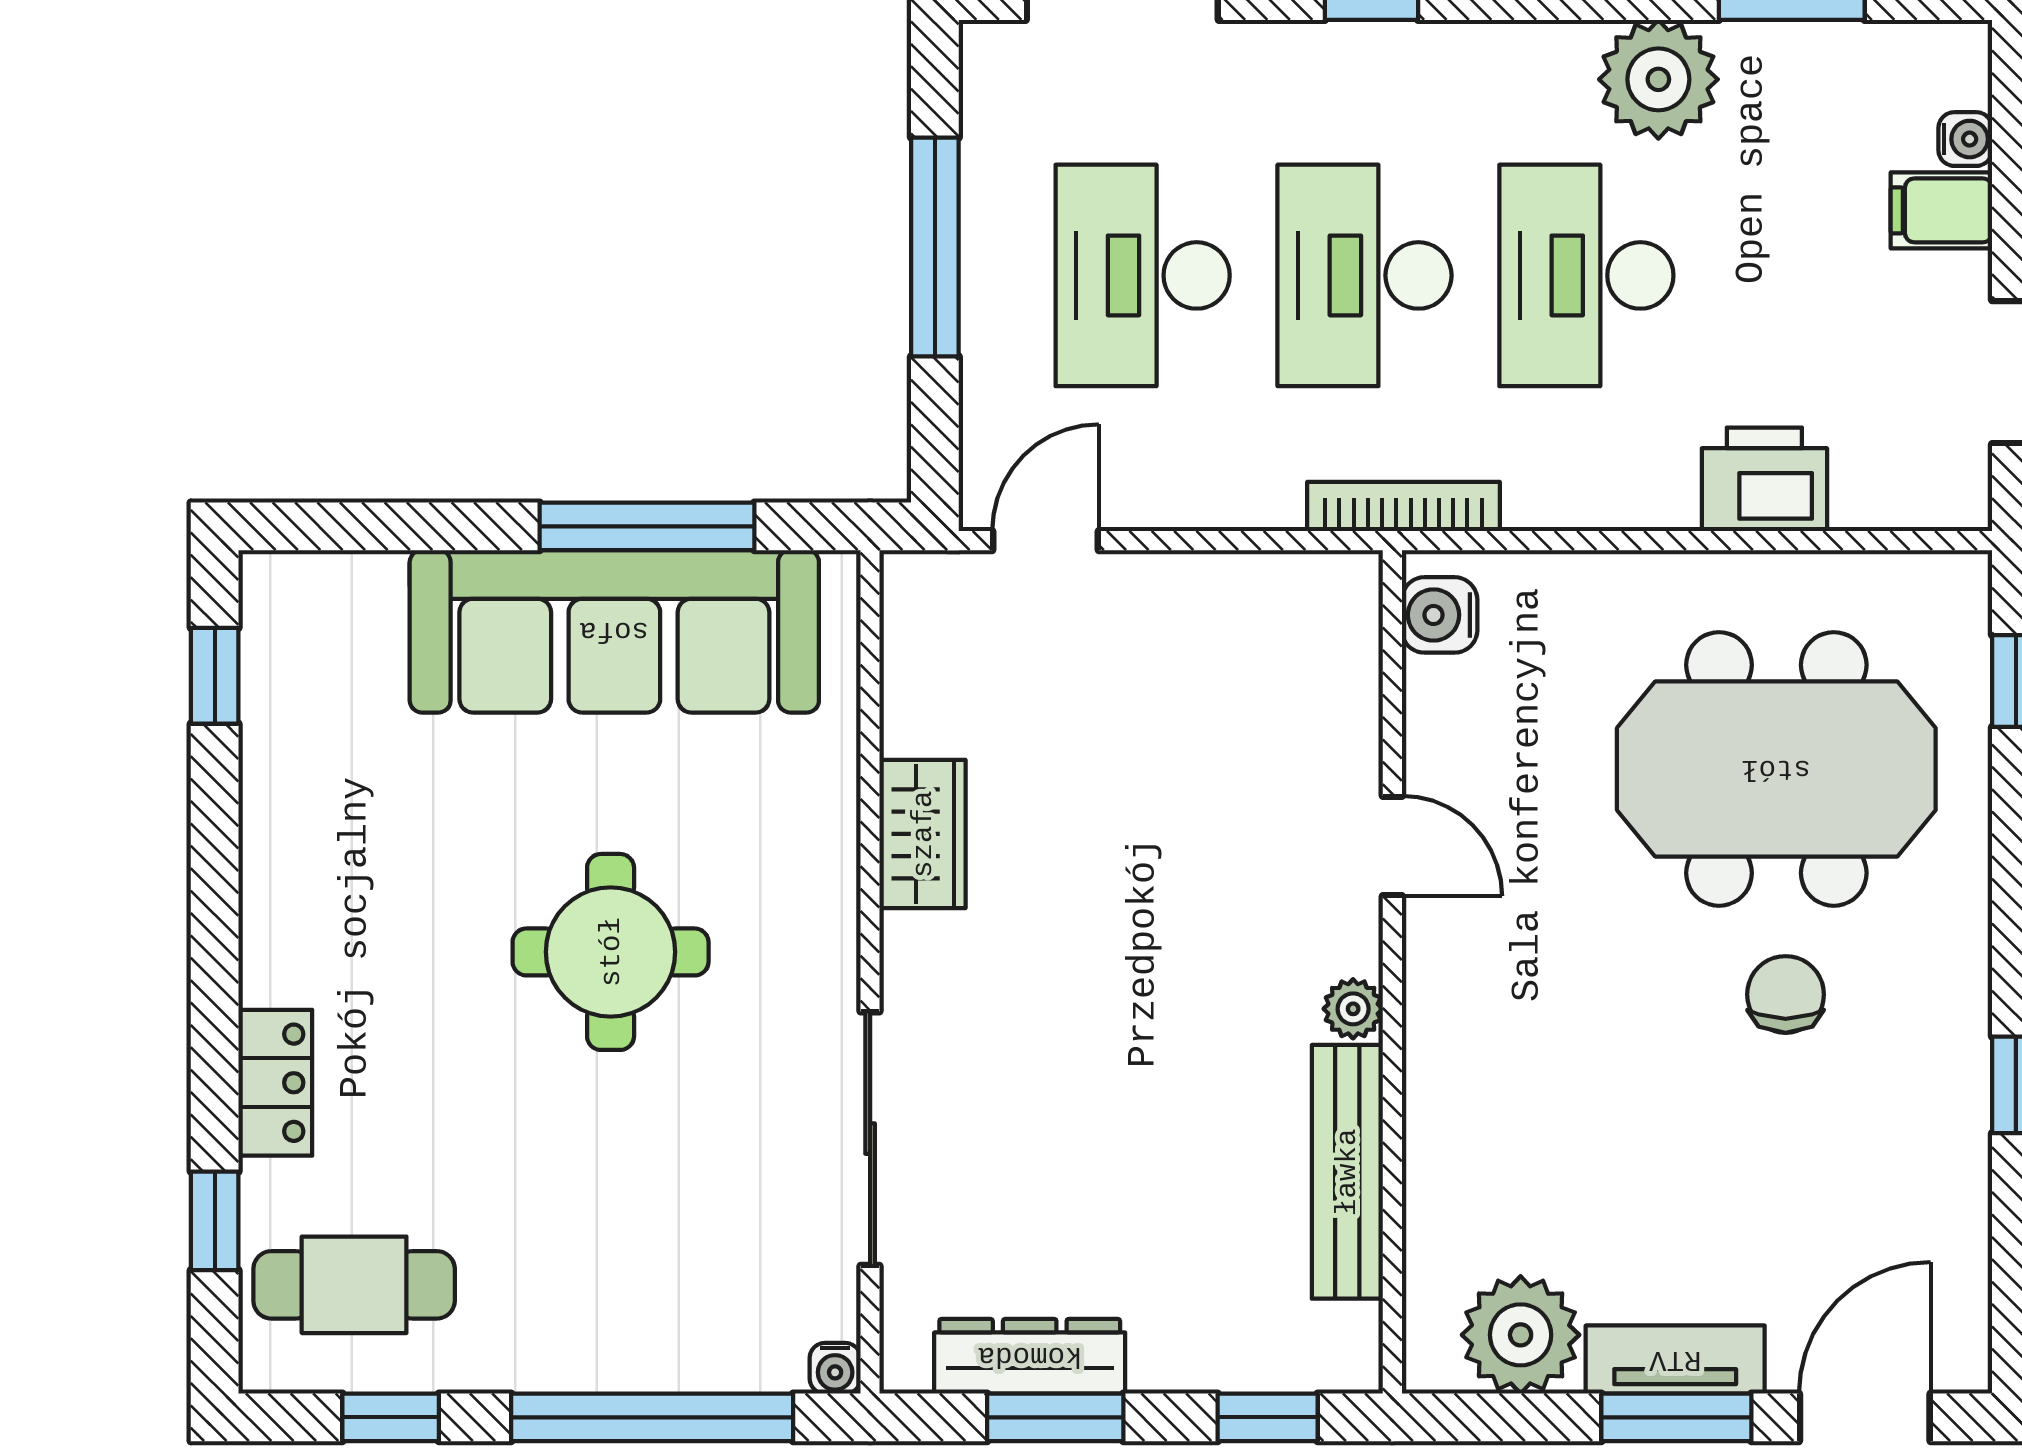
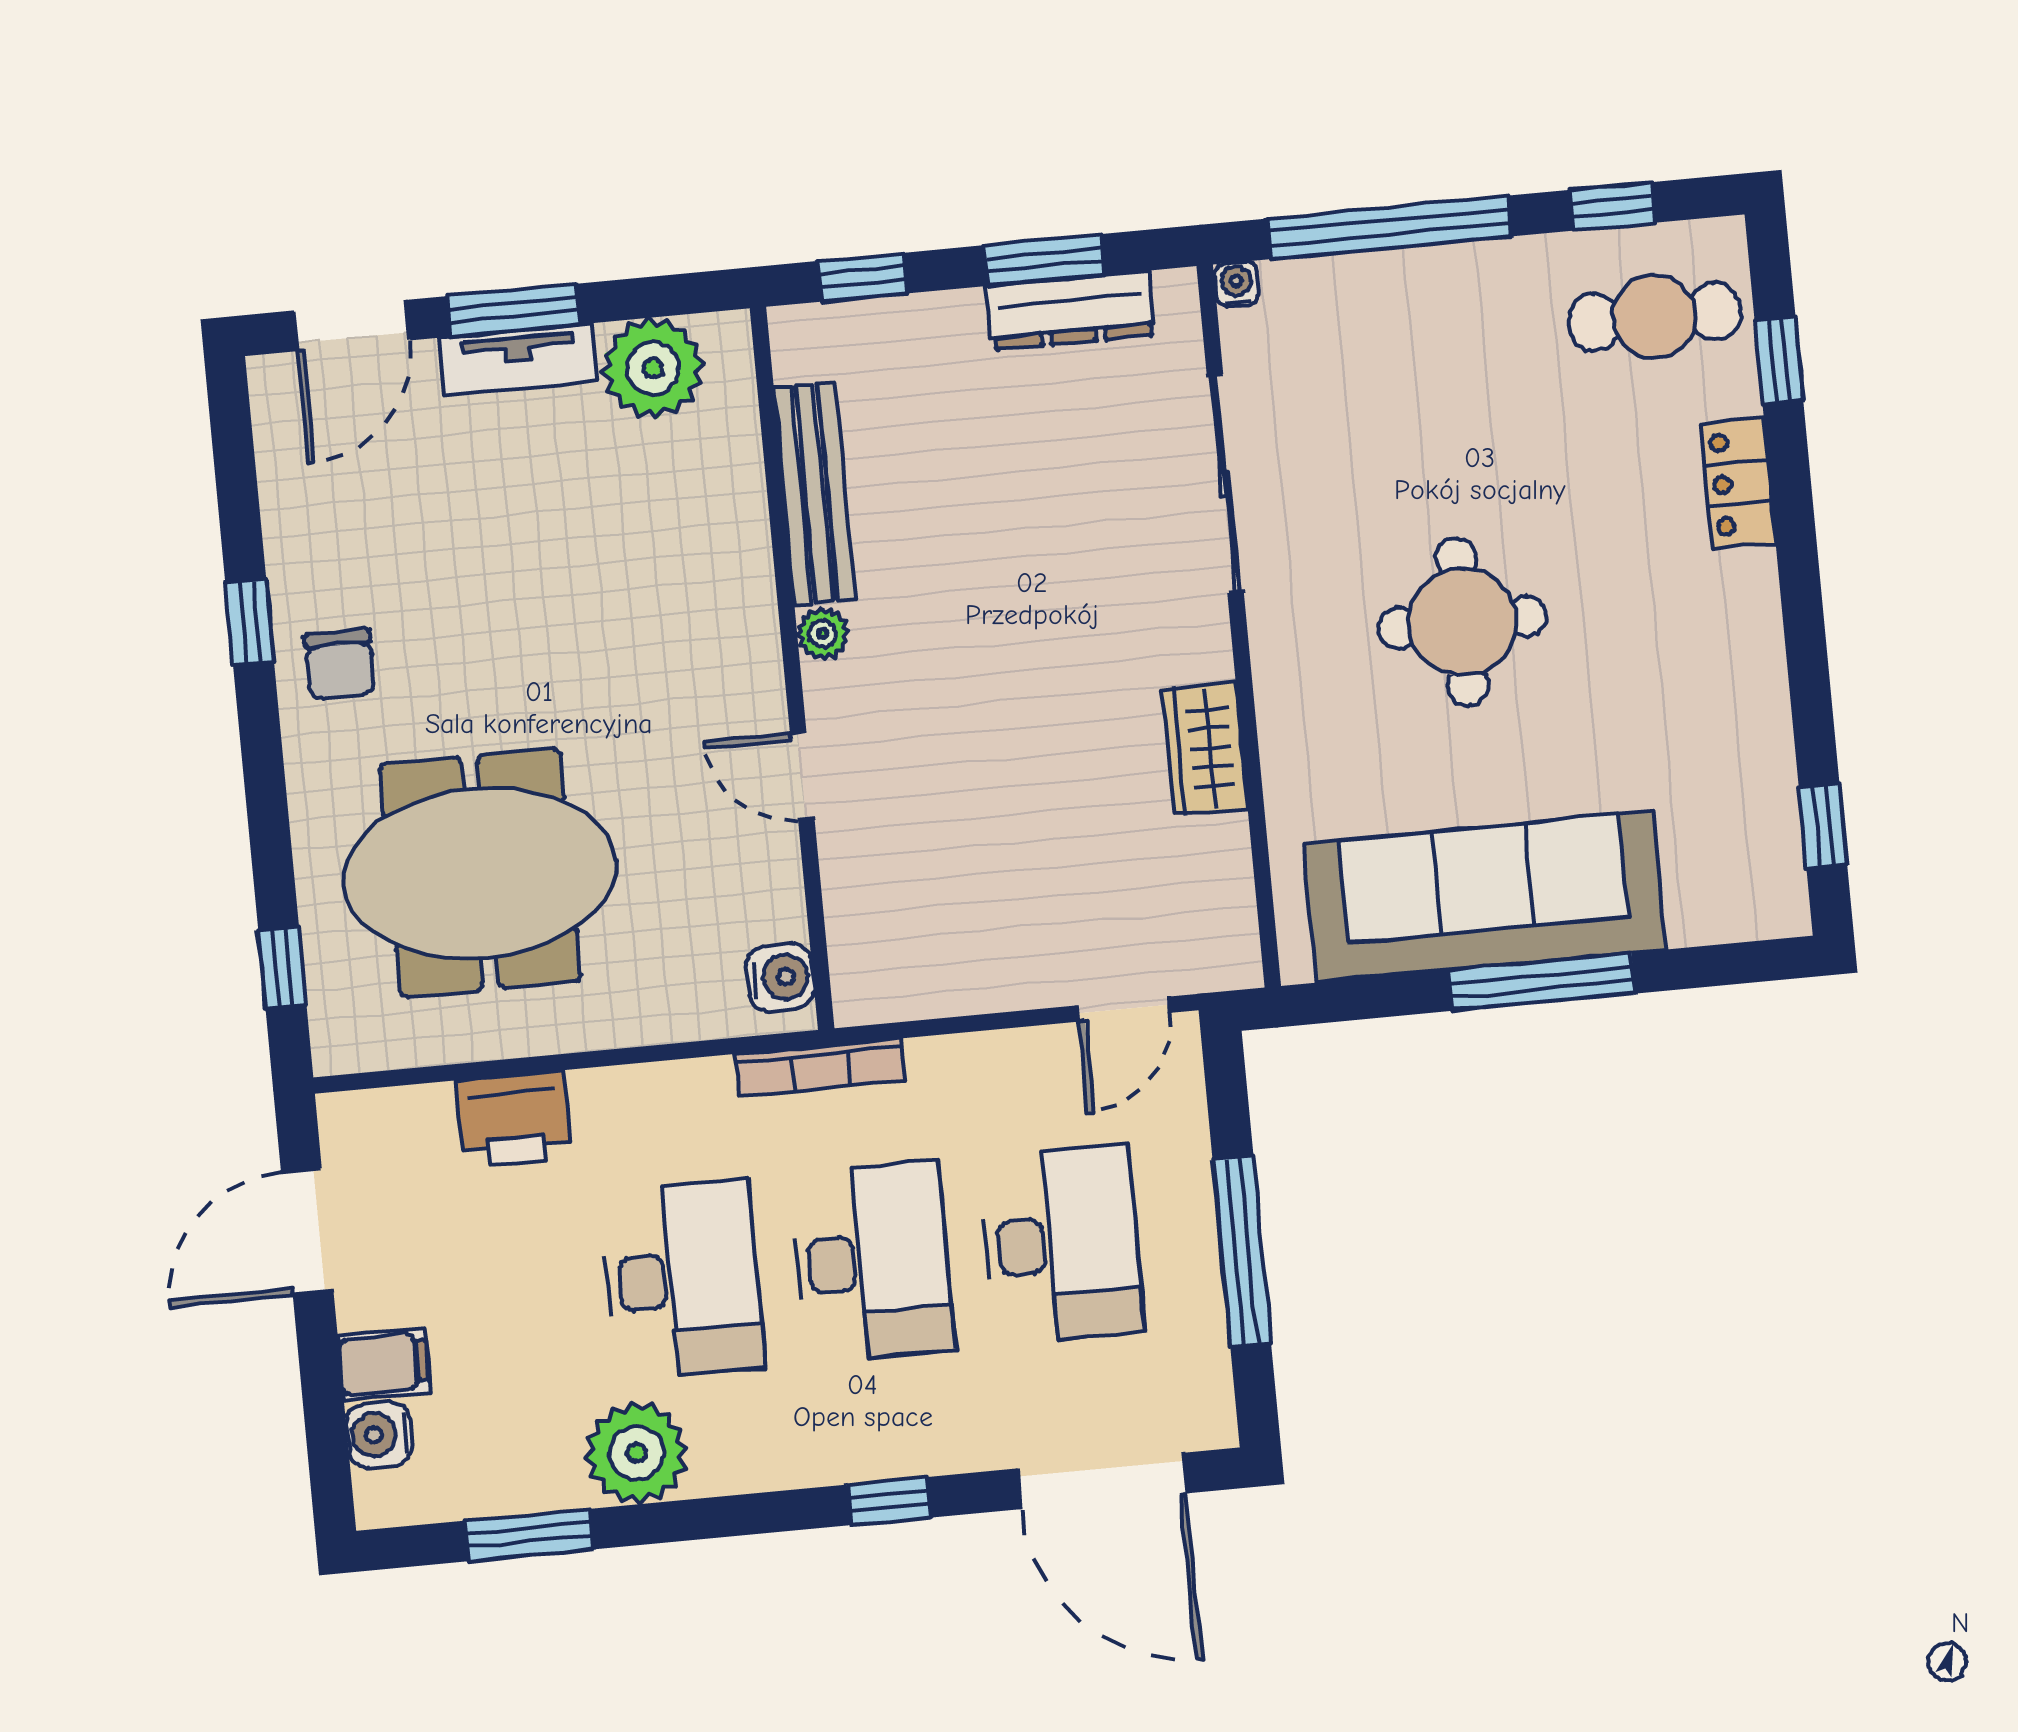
water cooler: (1965, 139) -> (379, 1435), width x1.38, depth x1.38
window: (647, 526) -> (1541, 982), moved
chair: (1786, 994) -> (340, 665), moved

